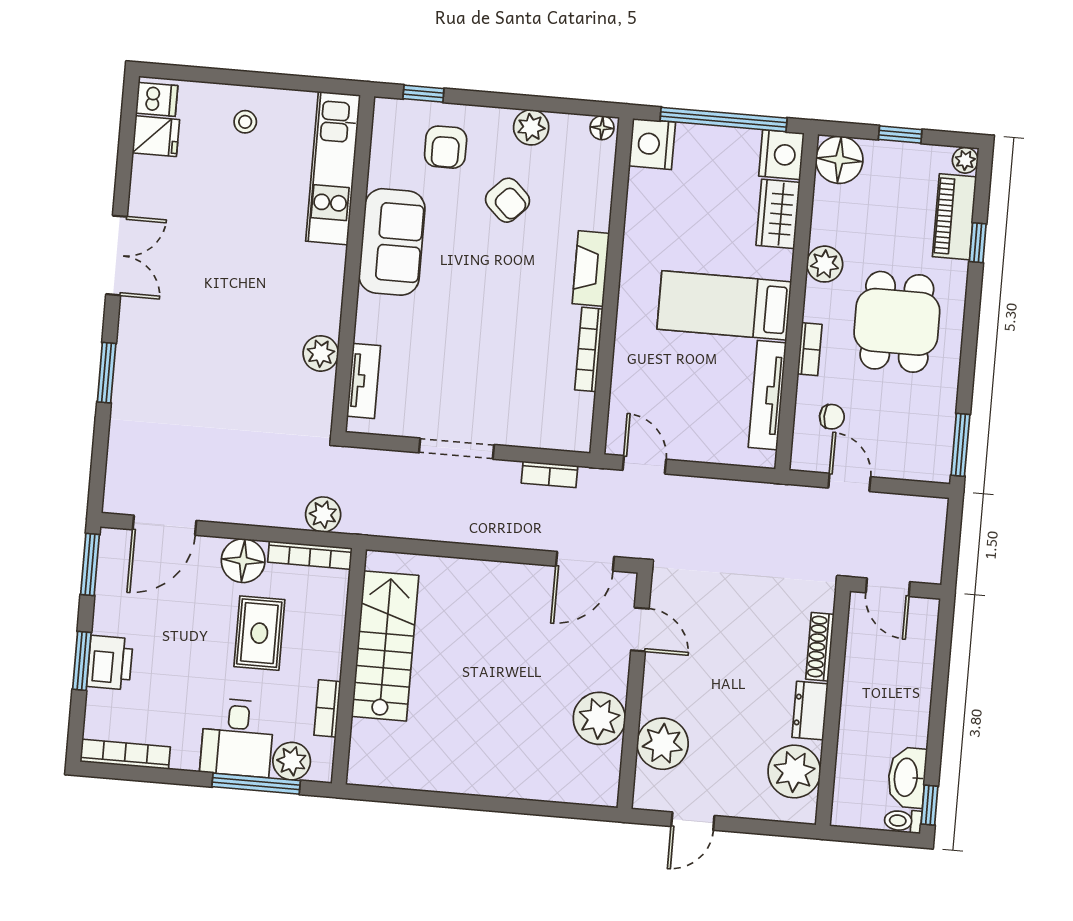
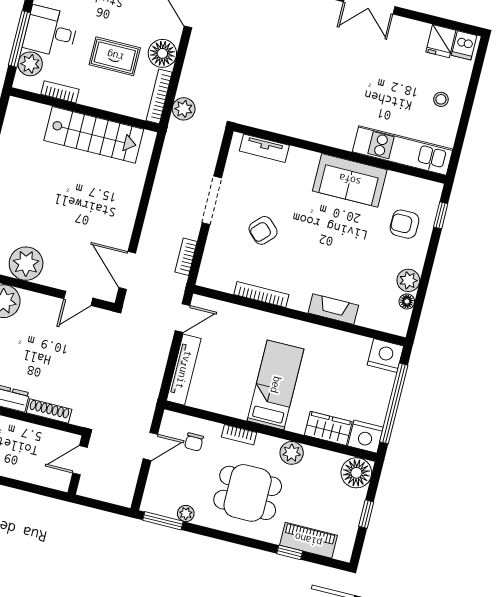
floor lamp: (602, 128) -> (407, 301), moved
plant: (965, 160) -> (186, 513), moved
armchair: (508, 200) -> (263, 230), moved
fireplace: (591, 269) -> (333, 309), moved
plant: (321, 353) -> (286, 124), removed
tv unit: (767, 395) -> (184, 370), moved, turned 90

